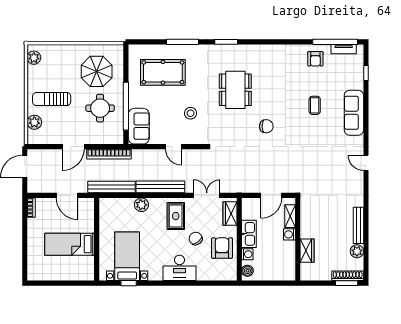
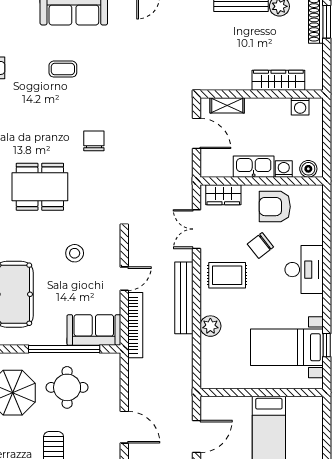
bookcase: (109, 154) -> (135, 325), moved
bench: (112, 187) -> (184, 370), removed
washing machine: (289, 234) -> (300, 106), moved
wardrobe: (307, 251) -> (278, 80), width x1.50

